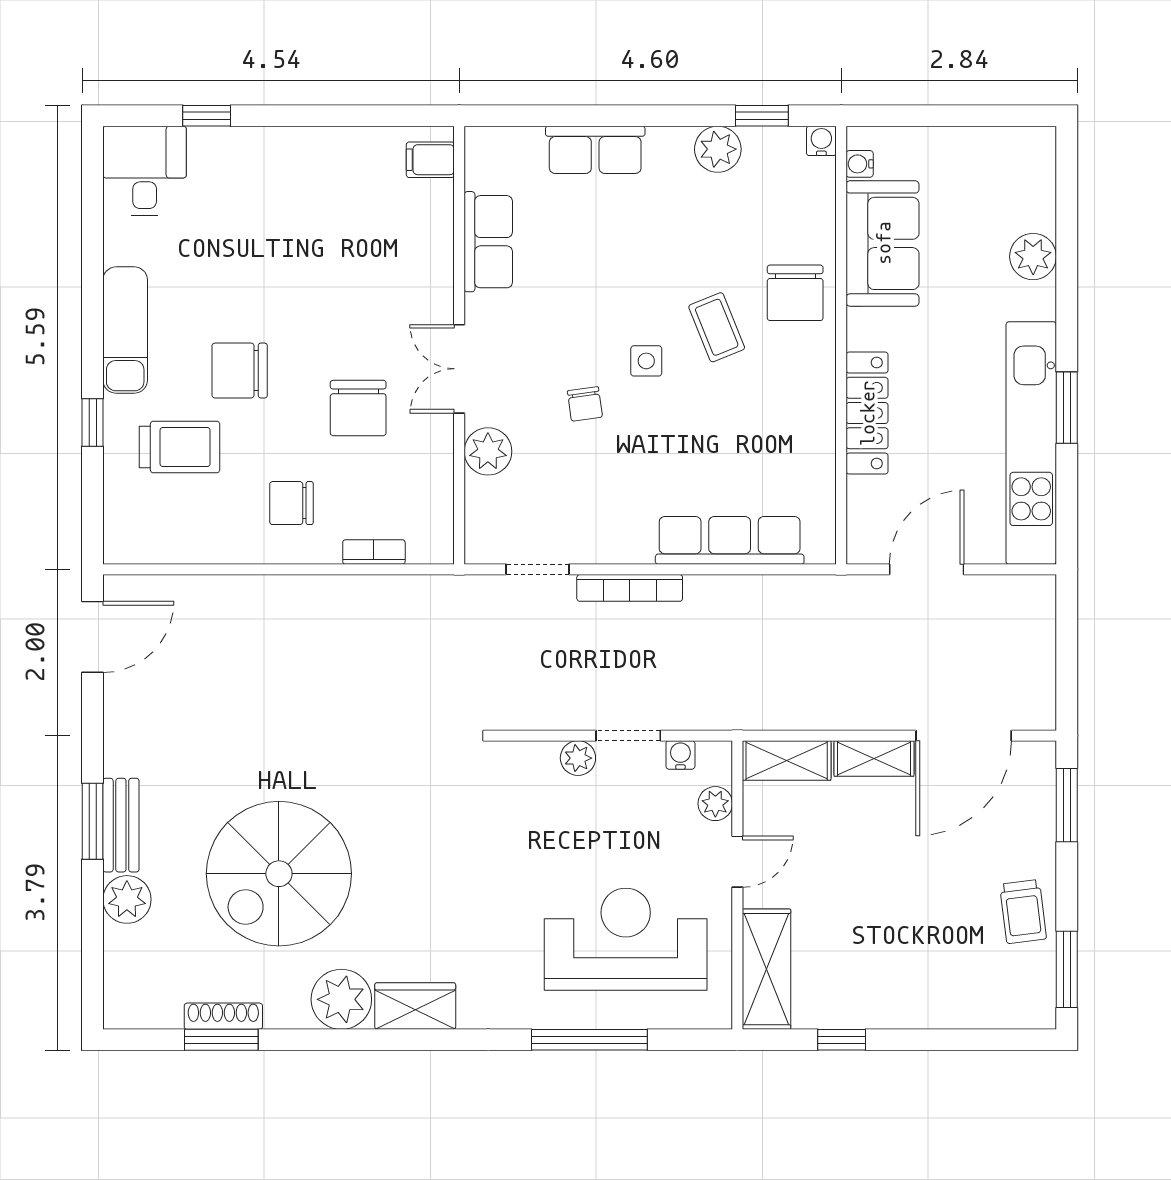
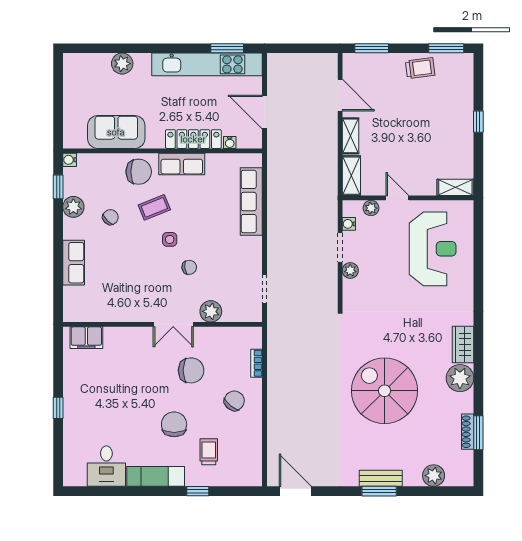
window: (207, 116) -> (58, 408), moved
filing cabinet: (430, 160) -> (86, 338), width x2.00
water cooler: (860, 164) -> (230, 142), moved
desk: (145, 171) -> (106, 466), moved, turned -90
chair: (695, 231) -> (110, 217), added
row of seats: (488, 242) -> (182, 164), moved, turned 180
chair: (240, 371) -> (174, 424), turned 180
window: (1067, 408) -> (227, 48), moved
trolley: (179, 447) -> (209, 452), width x0.73, depth x0.72
chair: (291, 503) -> (234, 401), turned -141
bookcase: (630, 588) -> (273, 247), removed
door: (964, 736) -> (340, 95), width x0.73
spiral stairs: (279, 874) -> (385, 391), moved, turned 180
plant: (127, 899) -> (434, 476), moved
reception desk: (626, 939) -> (433, 249), turned 180
shelving: (767, 969) -> (455, 187), width x0.67, depth x0.75
window: (589, 1040) -> (478, 265), removed
window: (842, 1040) -> (478, 122), moved

